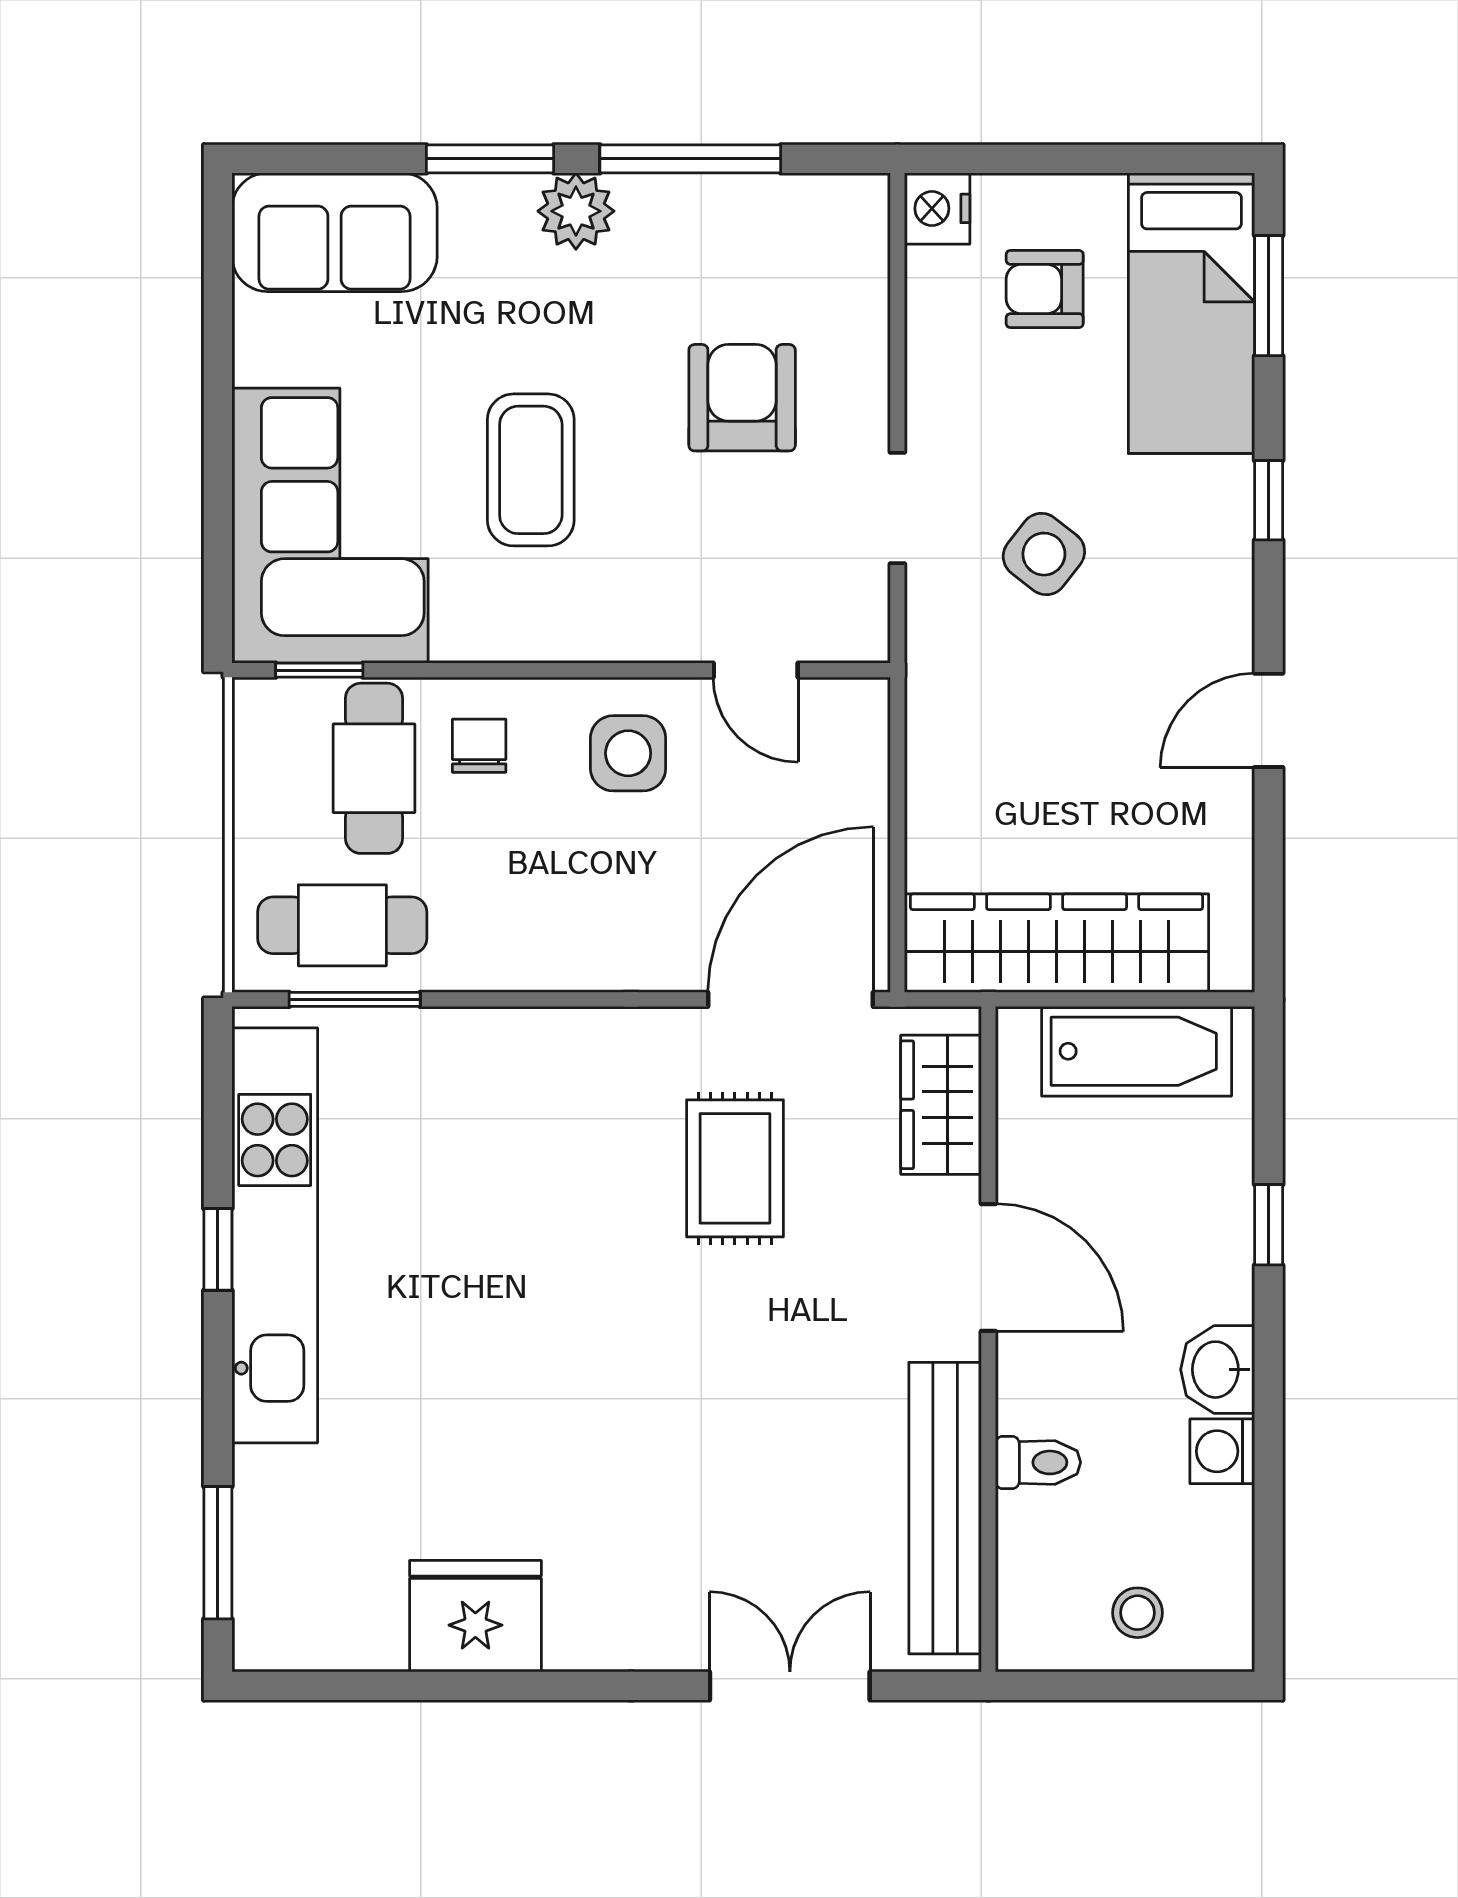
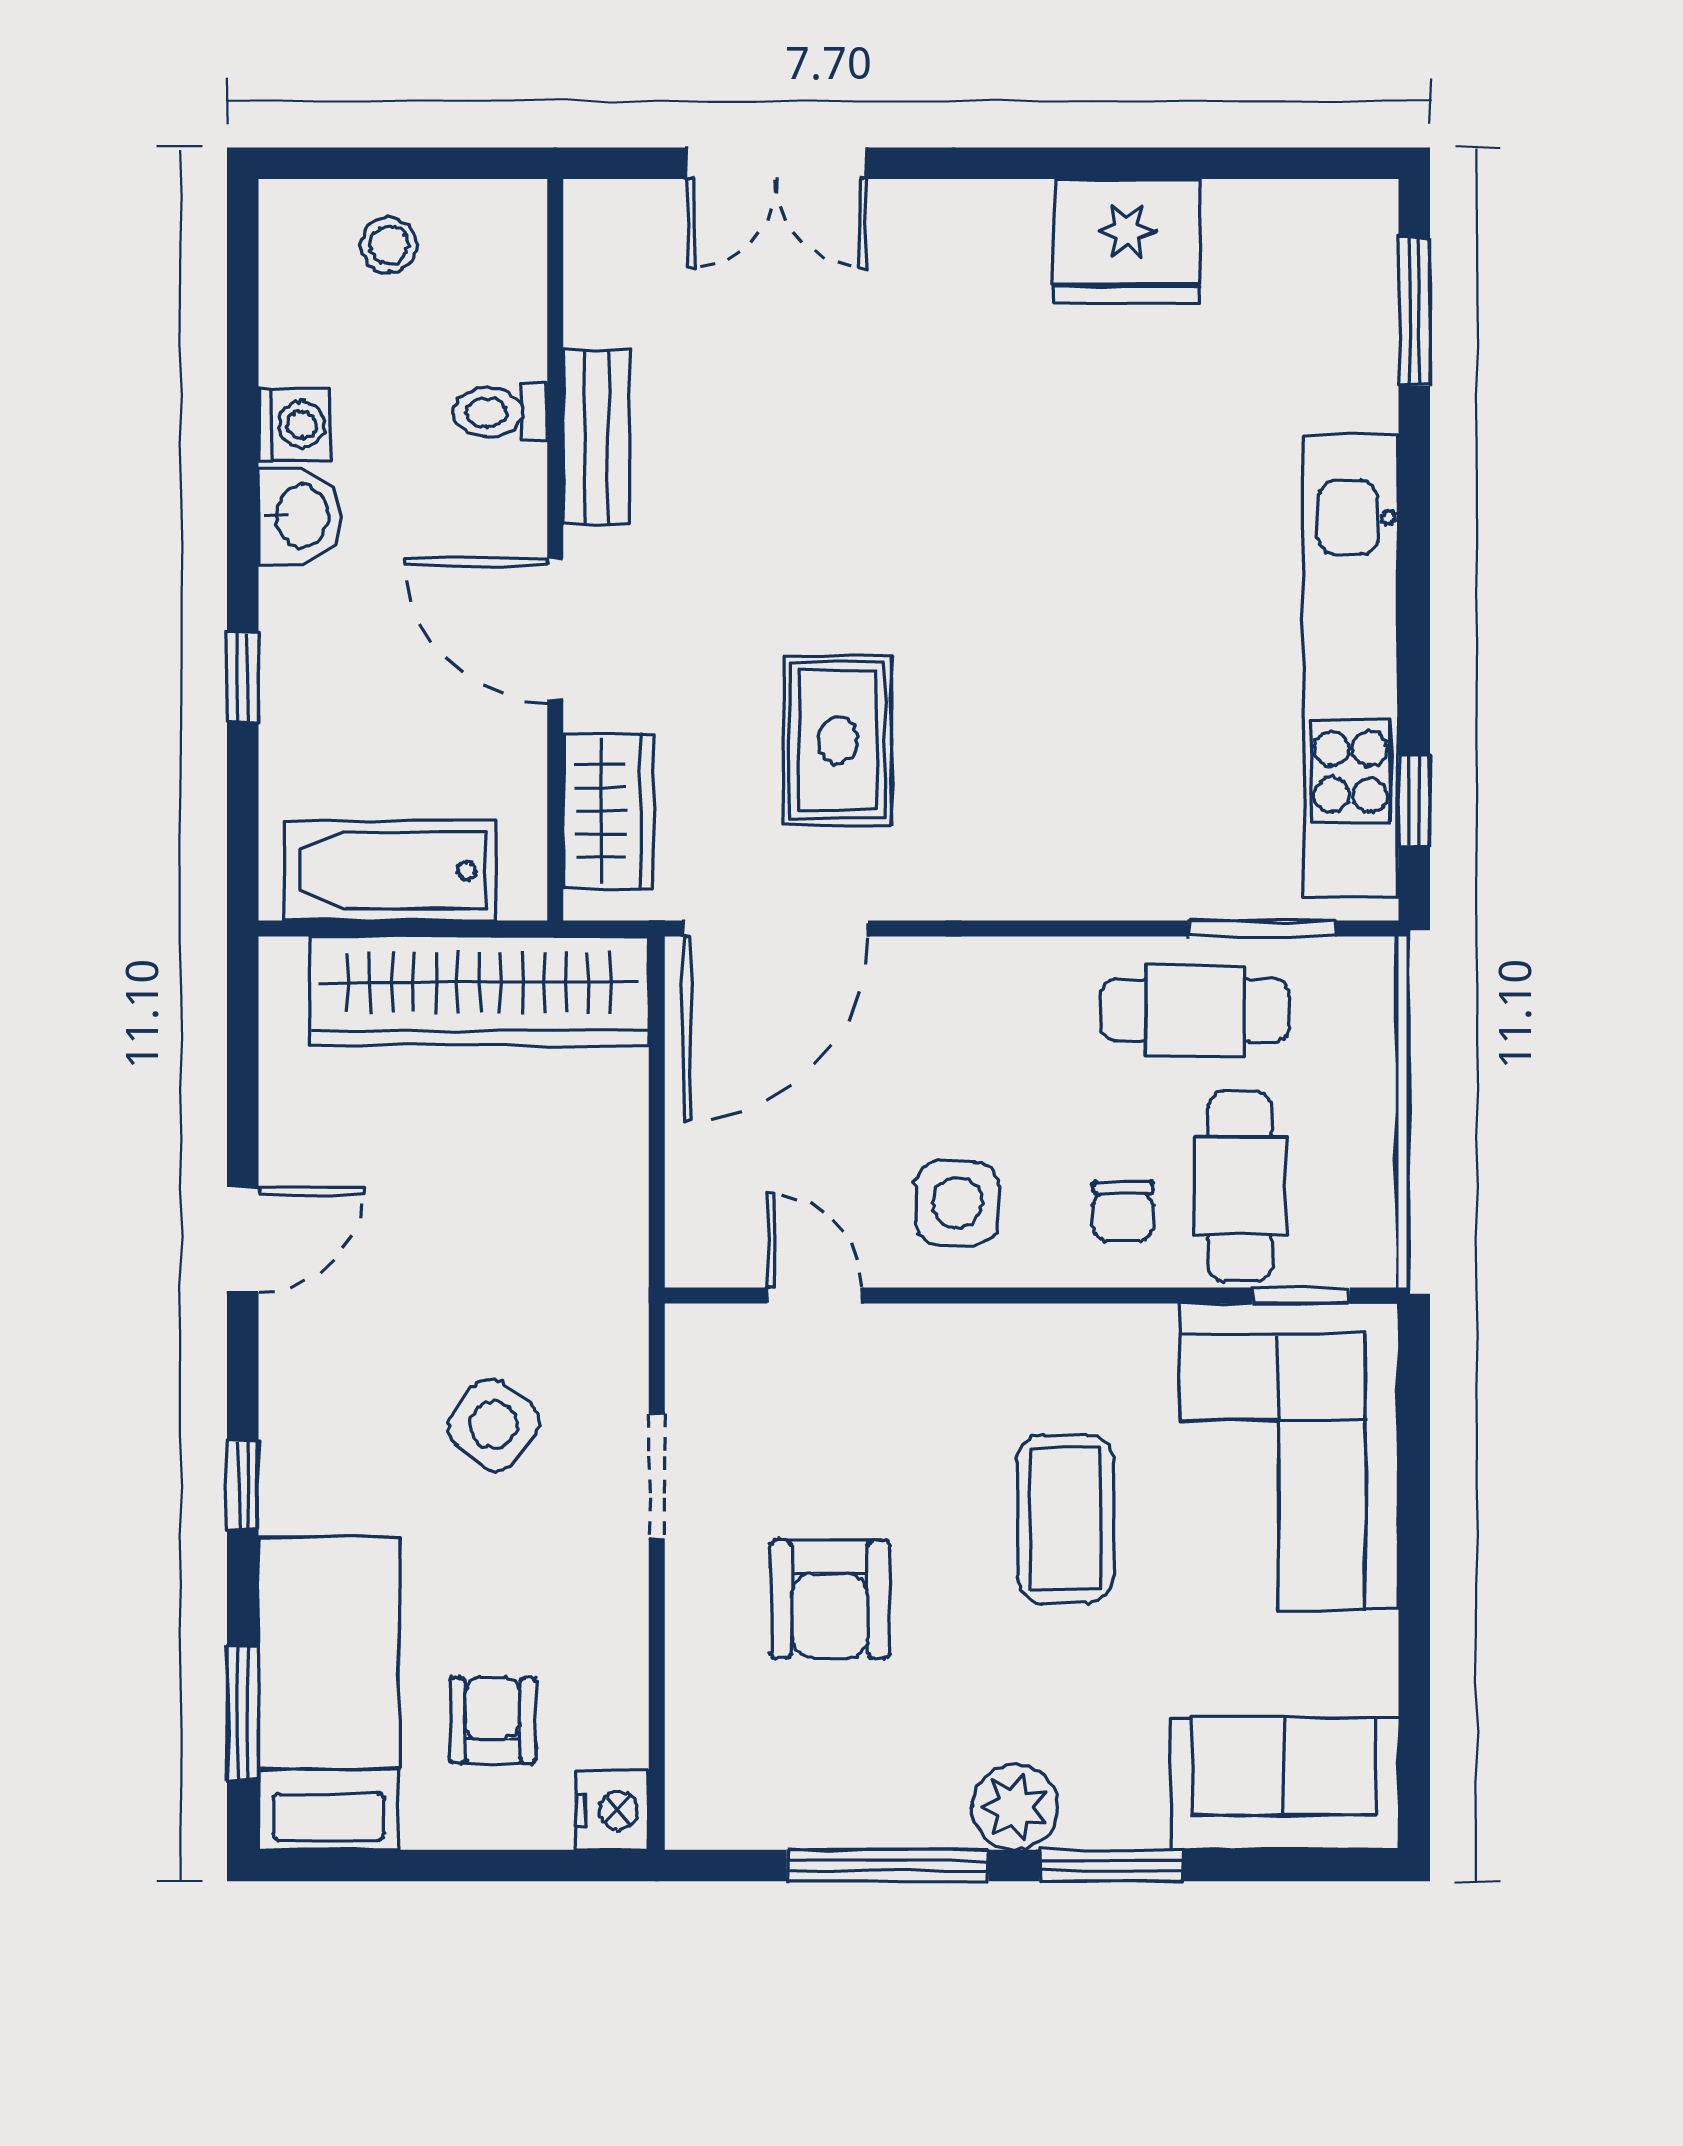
armchair: (1045, 289) -> (492, 1720), turned -90
cafe table: (342, 925) -> (1195, 1010), moved
window: (218, 1249) -> (1414, 801), moved
bench: (945, 1508) -> (596, 437), width x0.54, depth x0.82

